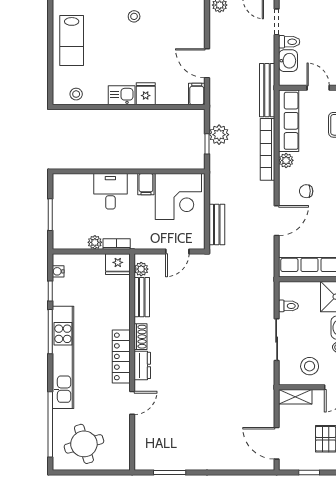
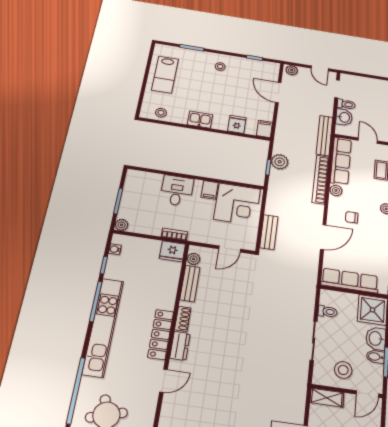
door: (207, 63) -> (278, 93), moved
fridge: (146, 94) -> (237, 124), moved
plant: (95, 242) -> (122, 225), moved

